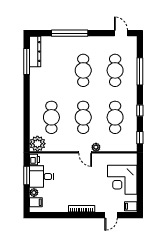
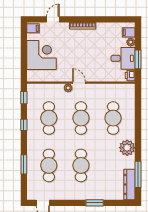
window: (70, 33) -> (95, 203), width x0.47
window: (140, 71) -> (24, 164), width x0.69
plant: (37, 144) -> (127, 148), moved

